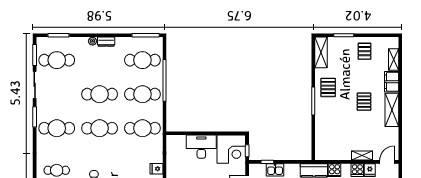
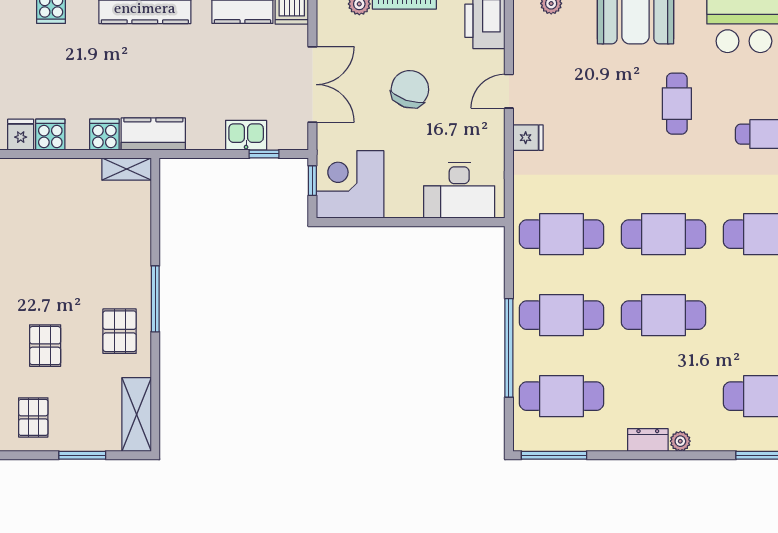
pallet: (364, 102) -> (45, 346), moved
desk: (201, 147) -> (459, 190), moved
shelving: (362, 156) -> (127, 169), moved

